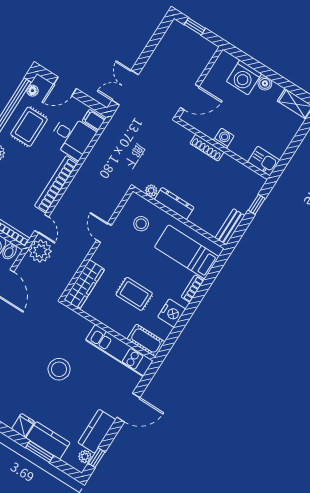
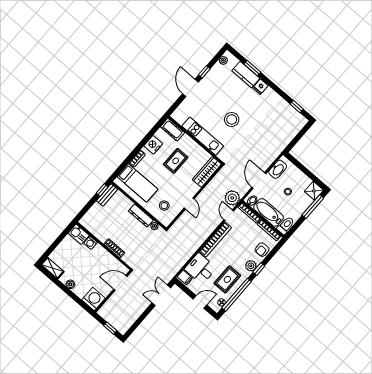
washing machine: (244, 78) -> (94, 299), moved
double door: (125, 88) -> (161, 295), swing flipped
washing machine: (224, 138) -> (91, 243), moved
window: (257, 204) -> (102, 190), moved
rug: (134, 294) -> (176, 161), turned 90
kitchen unit: (119, 350) -> (203, 136), moved
door: (128, 407) -> (190, 88), hinge flipped
kitchen counter: (97, 431) -> (213, 76), removed
window: (97, 458) -> (204, 72), moved

